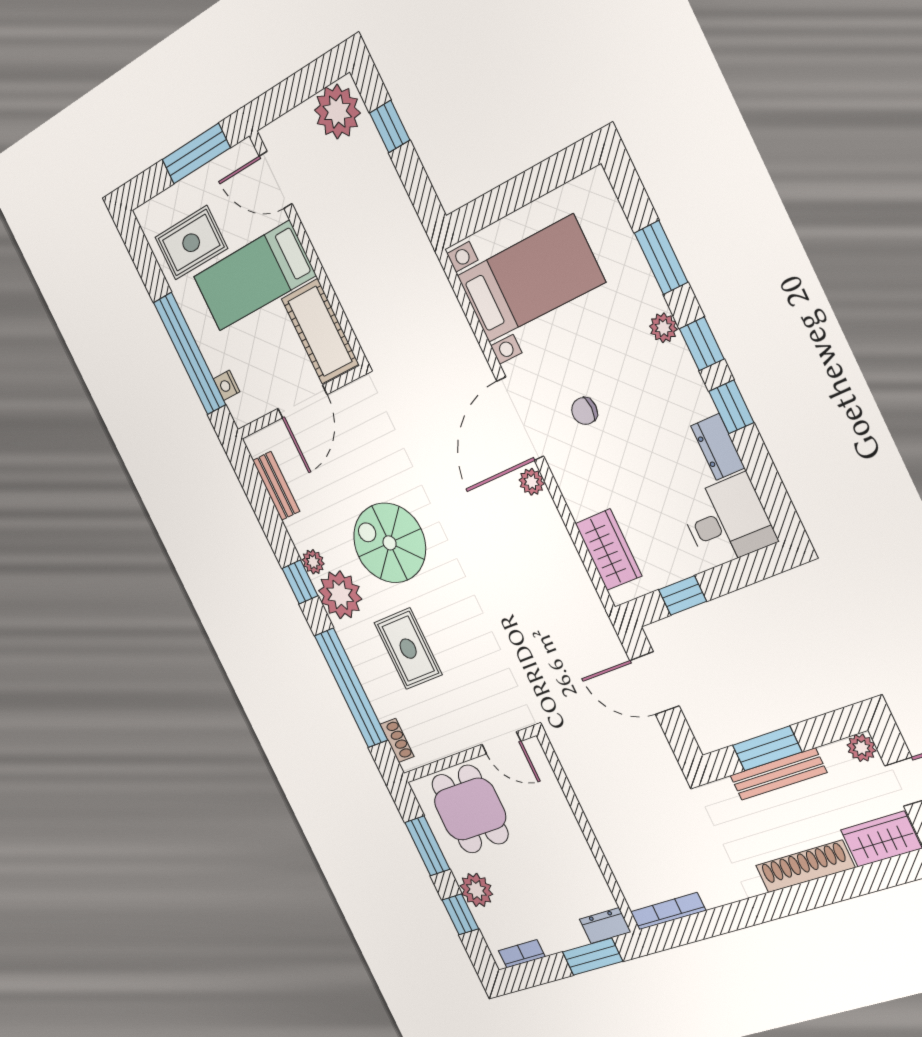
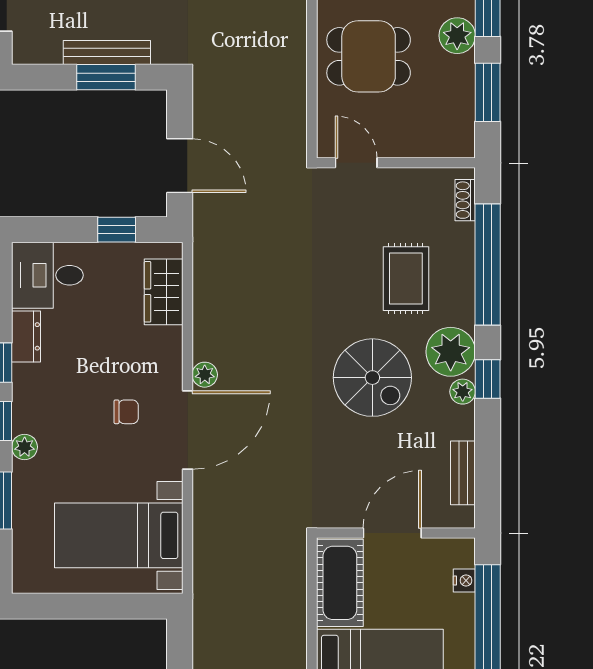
plant: (861, 748) -> (24, 52), removed
dining table: (470, 809) -> (369, 56), moved, turned 90

